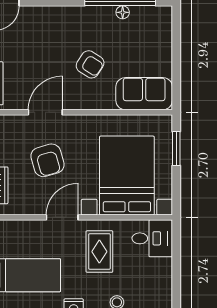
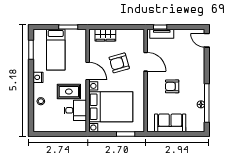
armchair: (90, 64) -> (172, 86), turned 57
sofa: (144, 94) -> (170, 123), moved, turned -90
desk: (152, 238) -> (75, 110), moved, turned -90

